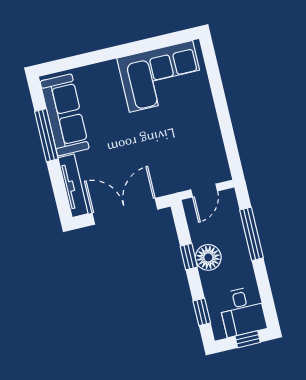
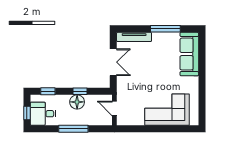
corner sofa: (161, 76) -> (167, 110), moved, turned 90
sofa: (65, 115) -> (189, 54), moved, turned 90
double door: (125, 211) -> (113, 62), width x0.73
window: (252, 234) -> (73, 129), moved

